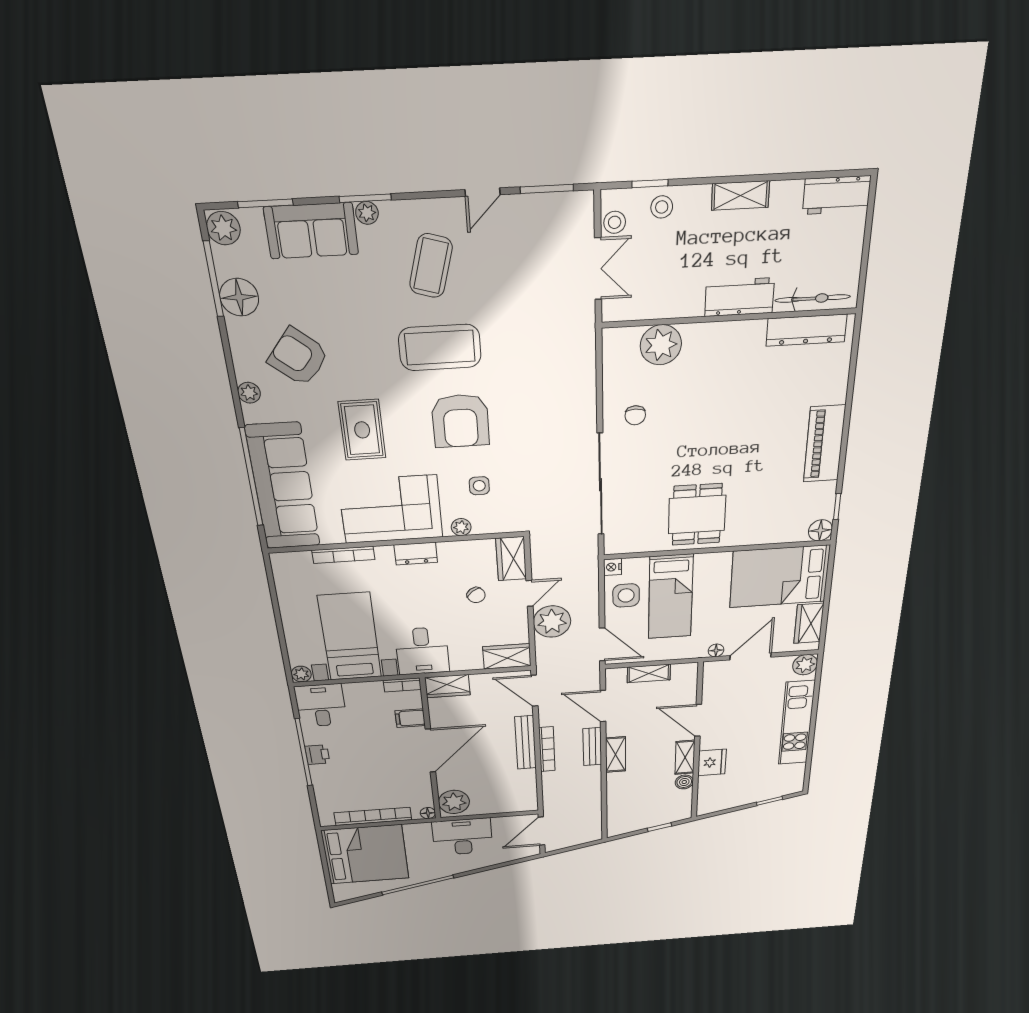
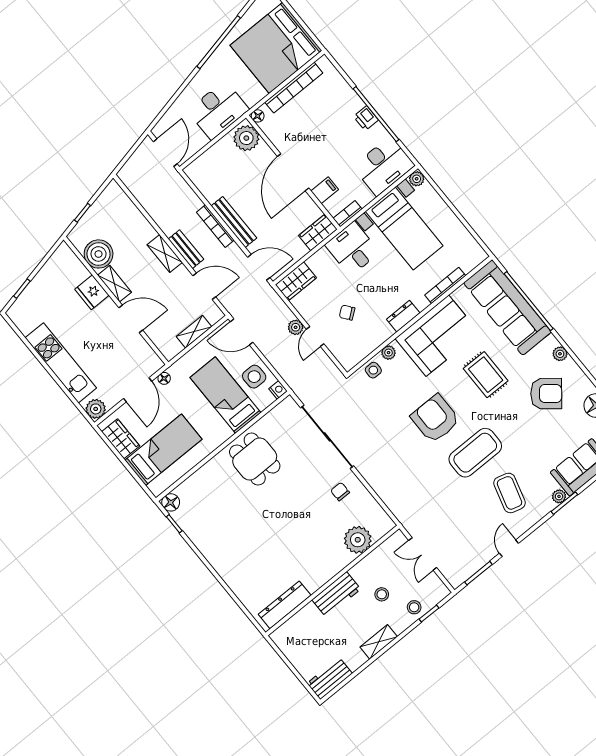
stool: (615, 222) -> (382, 594), moved
bicycle: (813, 299) -> (296, 623), removed
piano: (824, 444) -> (217, 553), removed
side table: (479, 486) -> (373, 370), moved
wardrobe: (511, 559) -> (344, 352), removed
bed: (780, 576) -> (163, 450), width x0.67
plant: (552, 622) -> (296, 327), width x0.53, depth x0.53
desk: (321, 705) -> (384, 166), width x1.37
boiler: (684, 782) -> (99, 254), width x1.86, depth x1.86

